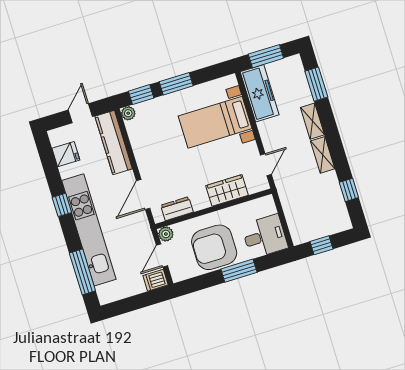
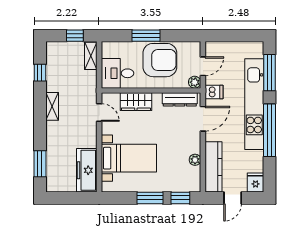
window: (266, 56) -> (73, 198), removed
plant: (128, 113) -> (195, 160), moved
shelving: (312, 121) -> (91, 56), moved
fridge: (66, 154) -> (256, 182), moved, turned 90
door: (266, 165) -> (99, 112), swing flipped
window: (62, 205) -> (269, 130), width x3.17
dresser: (177, 209) -> (180, 99), width x1.44
desk: (265, 236) -> (117, 73), moved
dishwasher: (156, 280) -> (214, 92), moved

